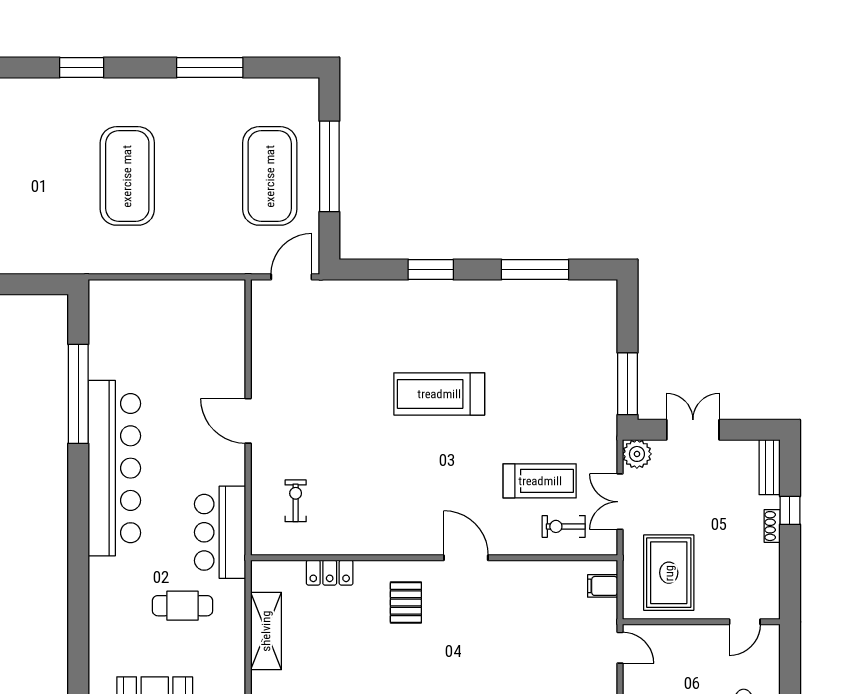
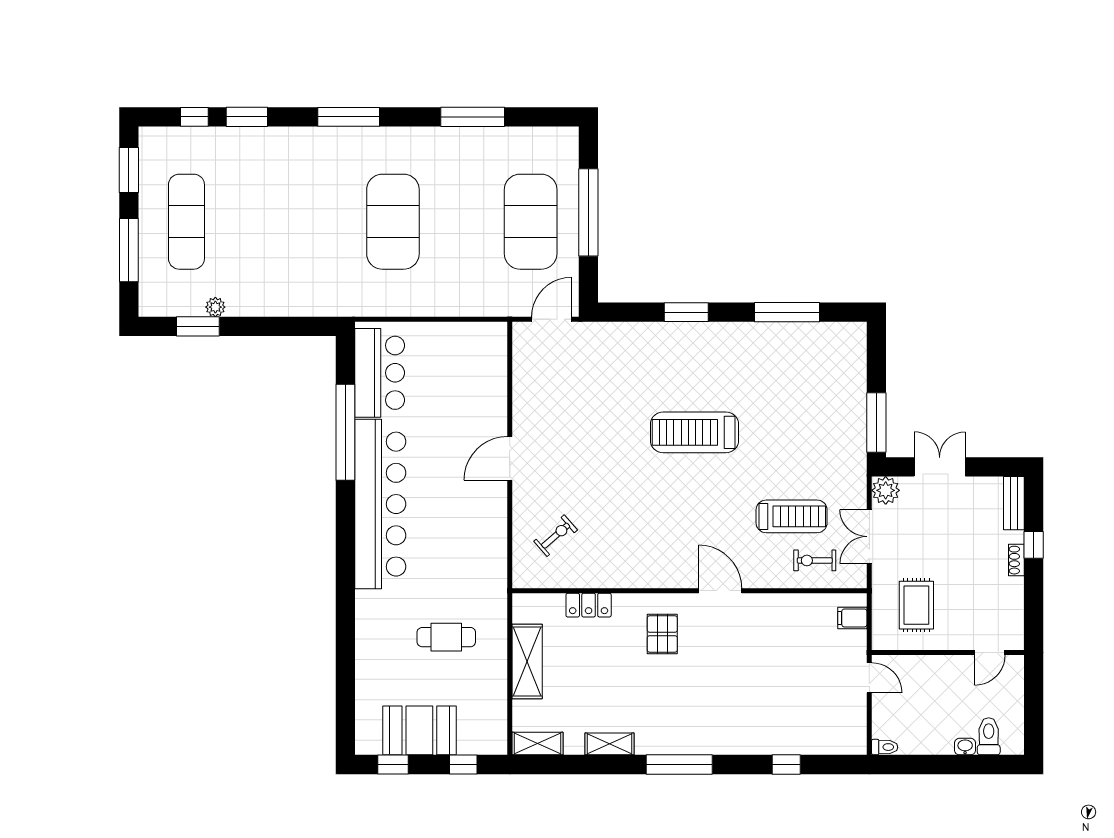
window: (82, 68) -> (349, 117), width x1.44
door: (248, 421) -> (510, 458), hinge flipped
exercise bike: (296, 501) -> (556, 536), turned 49
bar counter: (220, 532) -> (380, 373), moved, turned 180
rug: (669, 573) -> (916, 605), width x0.73, depth x0.70

